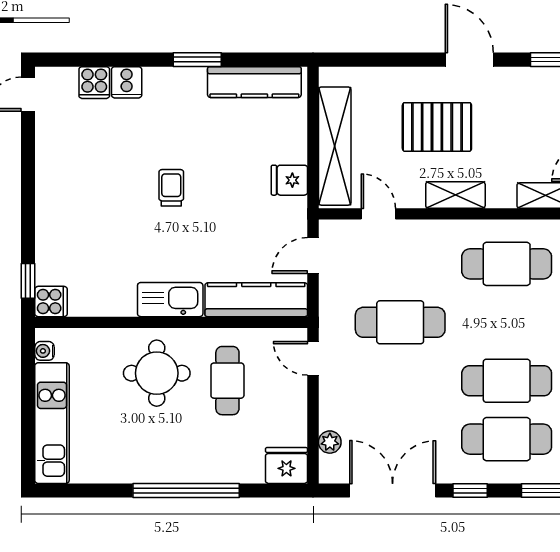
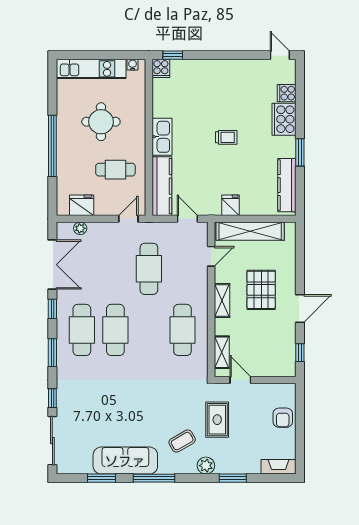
cooker: (127, 82) -> (284, 119), width x1.87, depth x1.31
round table: (157, 373) -> (101, 122), moved
fridge: (286, 466) -> (82, 205), moved, turned -90

